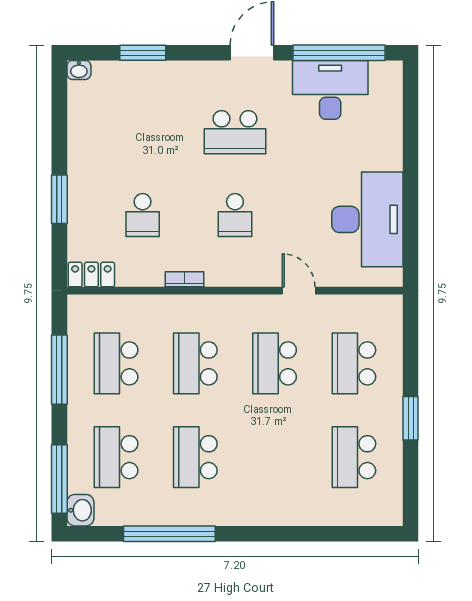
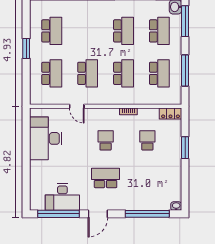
window: (143, 53) -> (147, 214), width x2.11

